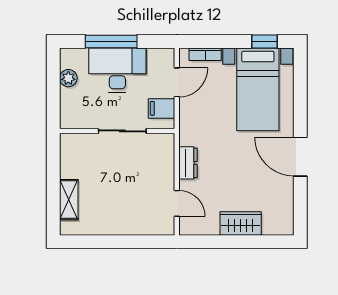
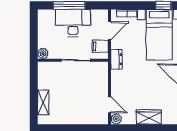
plant: (68, 78) -> (43, 54), moved
dresser: (188, 163) -> (116, 59), moved
plant: (188, 226) -> (116, 119), added

